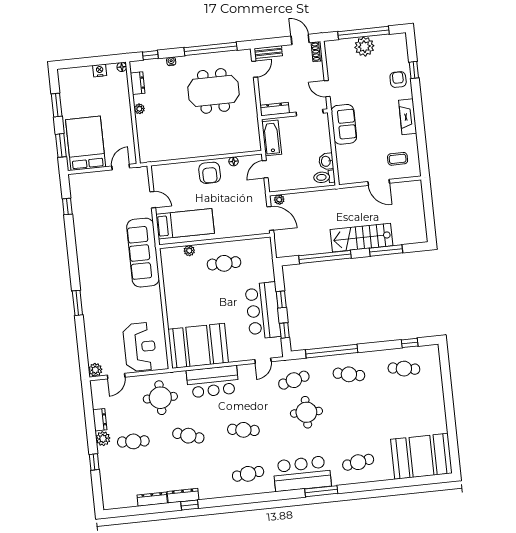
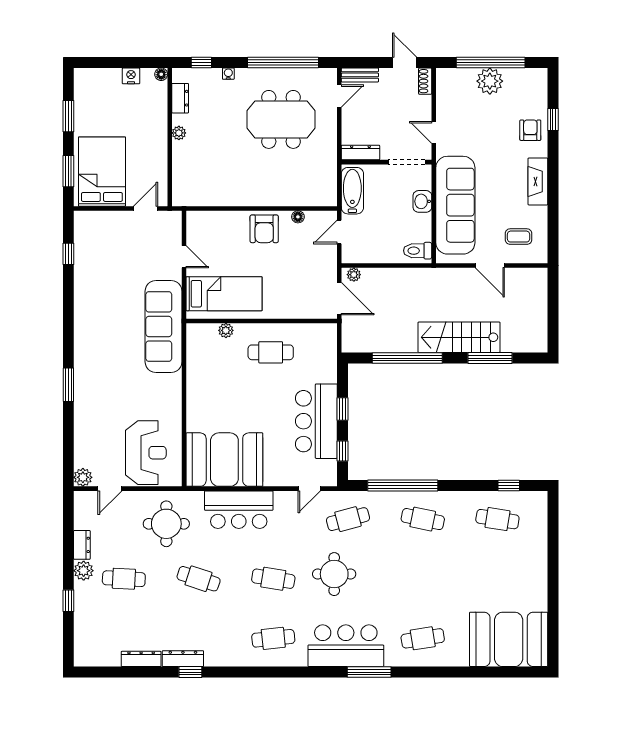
sofa: (344, 124) -> (455, 205), width x1.85, depth x1.27
washbasin: (326, 161) -> (422, 201), moved
round table: (306, 412) -> (334, 574), moved

